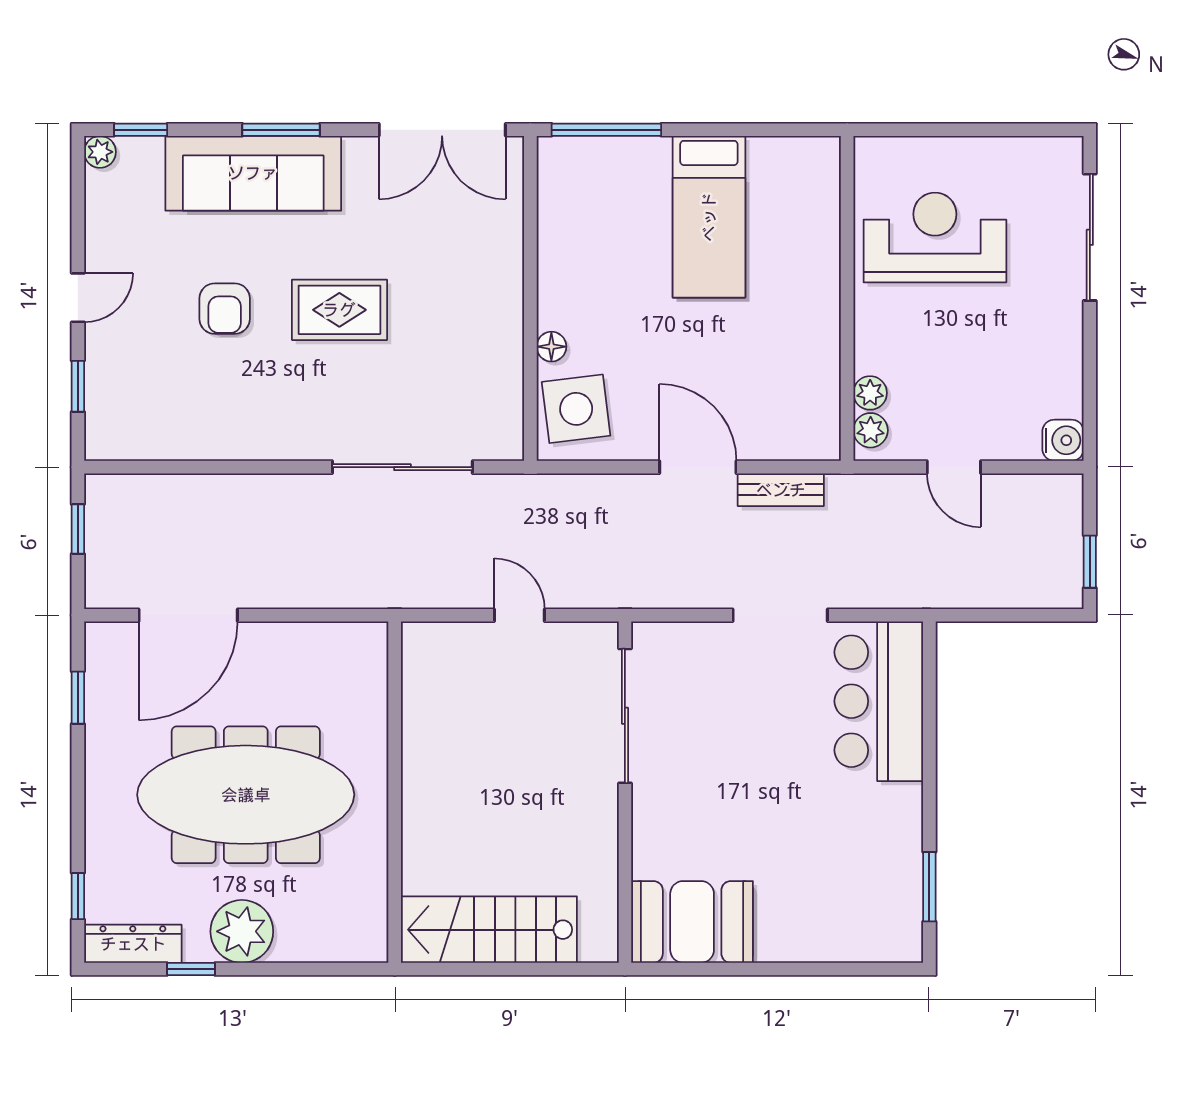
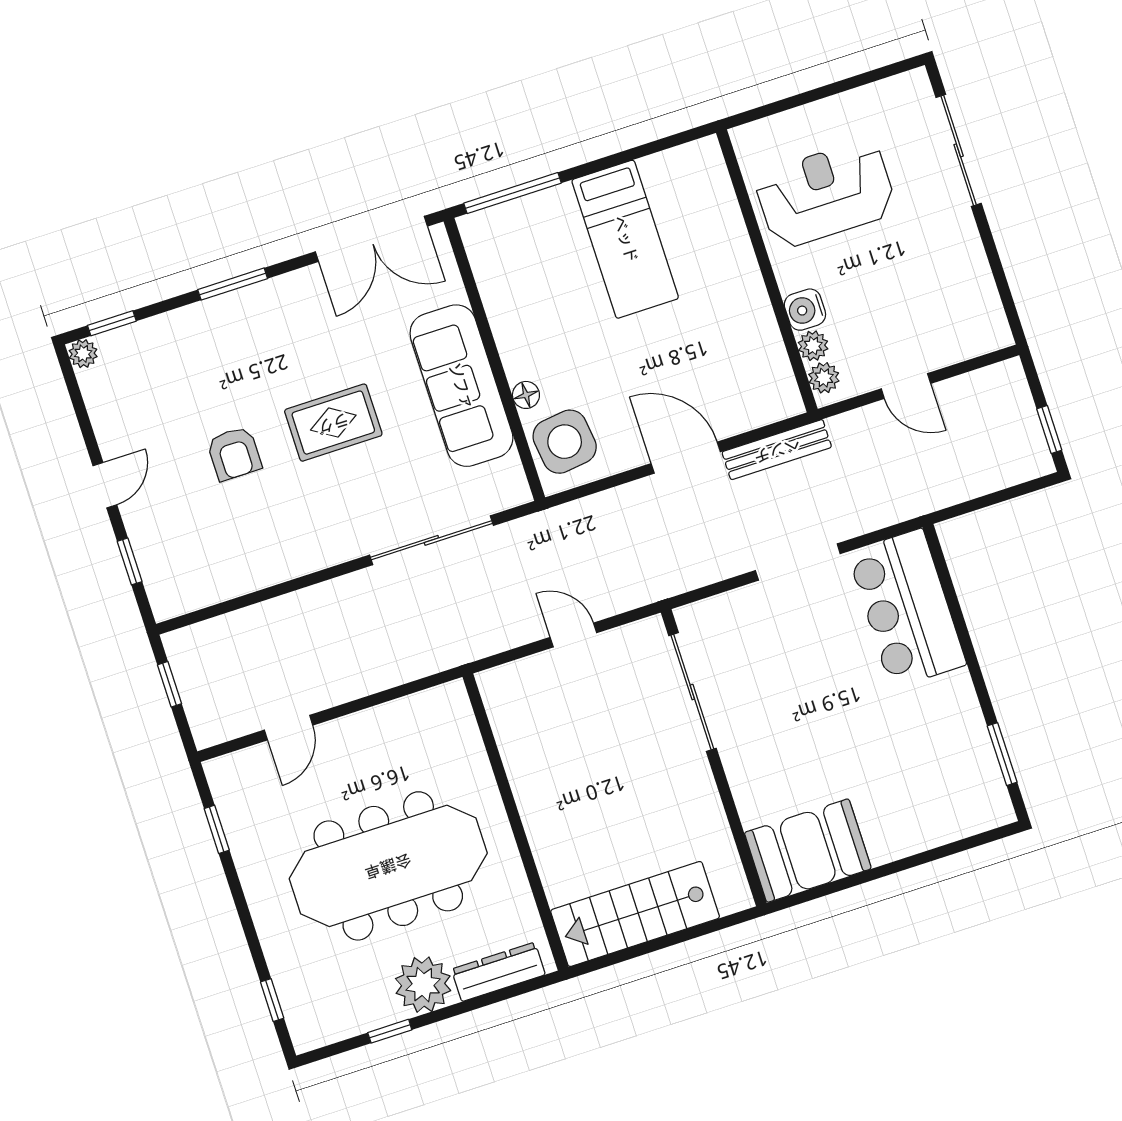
sofa: (253, 173) -> (461, 386), moved, turned 90
water cooler: (1063, 440) -> (805, 310), moved, turned 180
bench: (781, 490) -> (777, 450), width x1.36
door: (188, 615) -> (289, 728), width x0.53
dresser: (133, 944) -> (498, 972), moved

